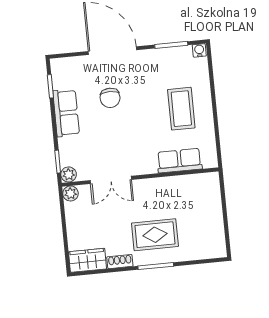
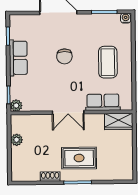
chair: (110, 98) -> (64, 56), moved
double door: (111, 180) -> (68, 112), moved
plant: (70, 193) -> (17, 140), moved
wardrobe: (88, 260) -> (119, 121), moved, turned 180

